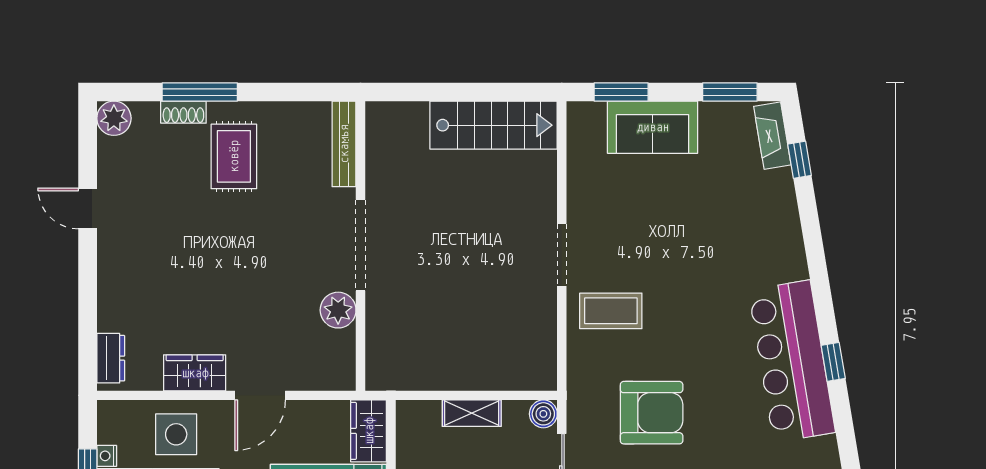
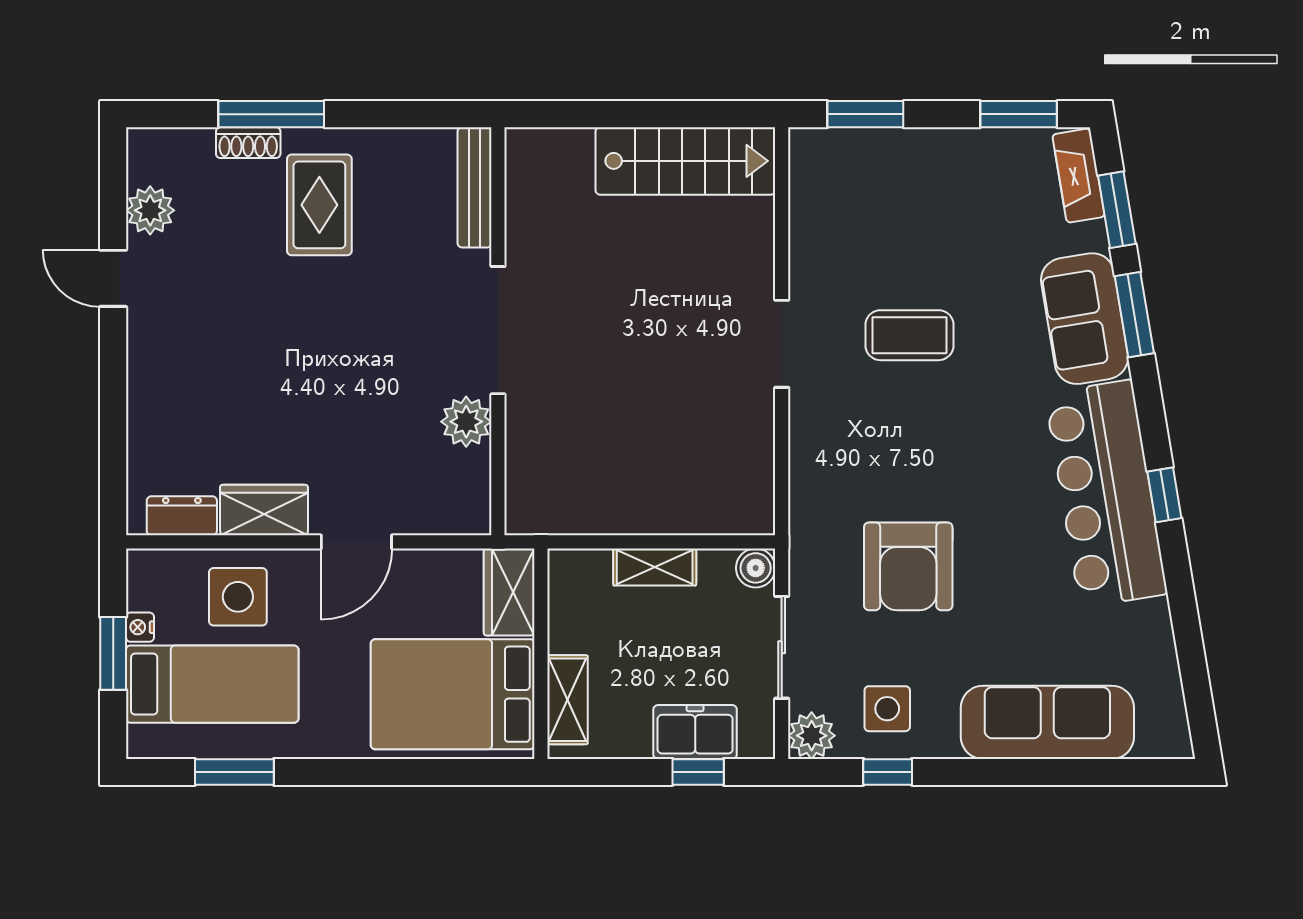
plant: (114, 118) -> (150, 210), moved
sofa: (653, 127) -> (1085, 319), moved, turned 81
window: (799, 160) -> (1117, 210), width x1.50
window: (812, 234) -> (1134, 315), added
coffee table: (611, 311) -> (909, 335), moved
dresser: (111, 358) -> (182, 516), moved, turned -90
armchair: (652, 413) -> (908, 566), turned 90

